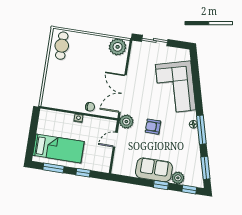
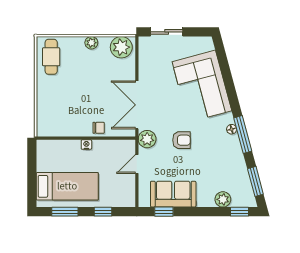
plant: (95, 40) -> (91, 43), added
armchair: (153, 127) -> (181, 140), turned 180
sofa: (154, 170) -> (173, 194), moved
window: (161, 185) -> (164, 212), moved

